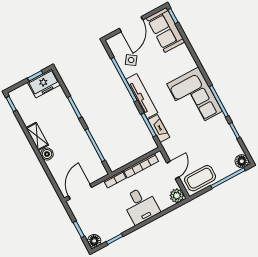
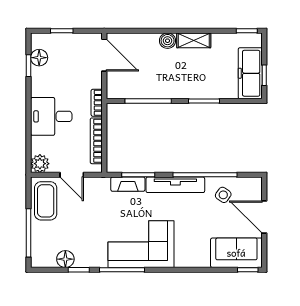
freezer: (44, 83) -> (250, 73), width x1.40
floor lamp: (242, 161) -> (65, 259), moved
floor lamp: (94, 241) -> (39, 58), moved

